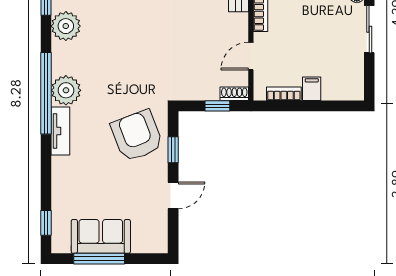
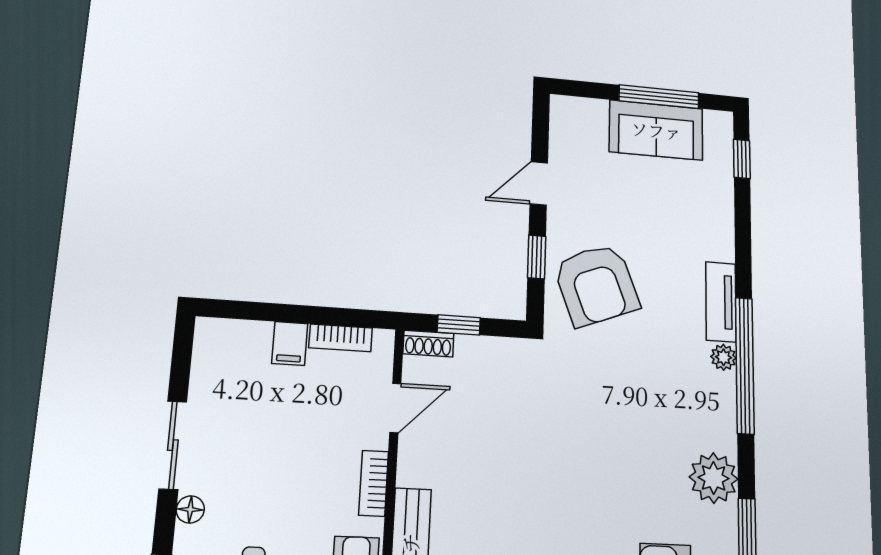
plant: (66, 90) -> (724, 357), width x0.53, depth x0.53

